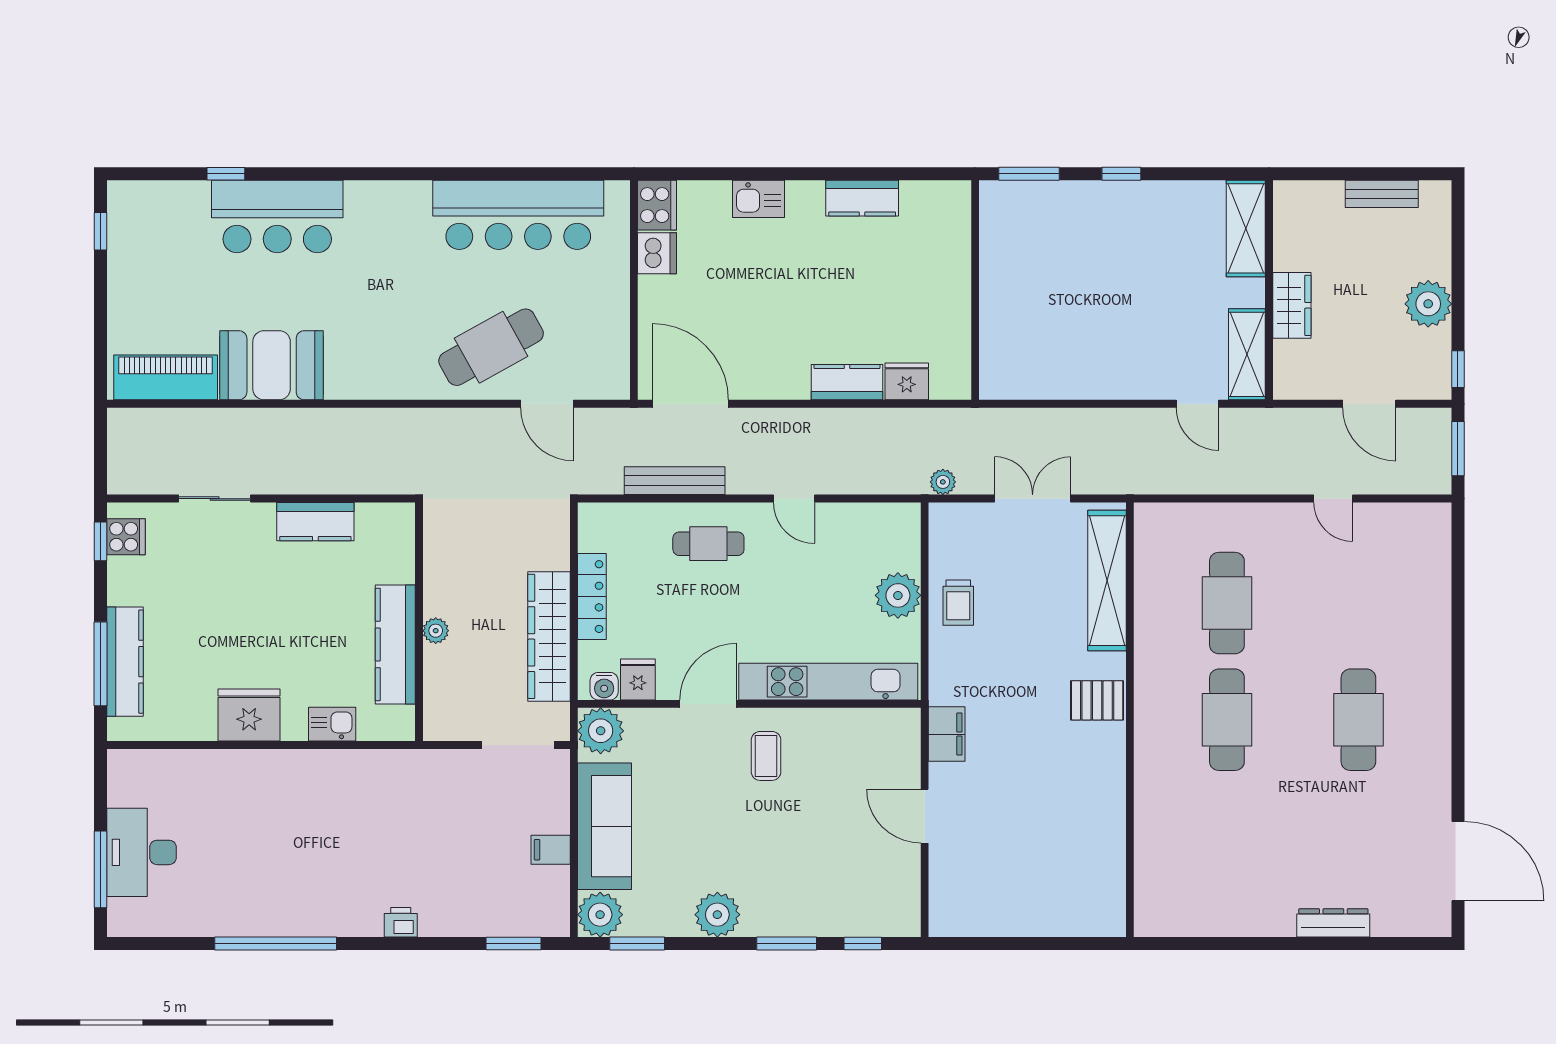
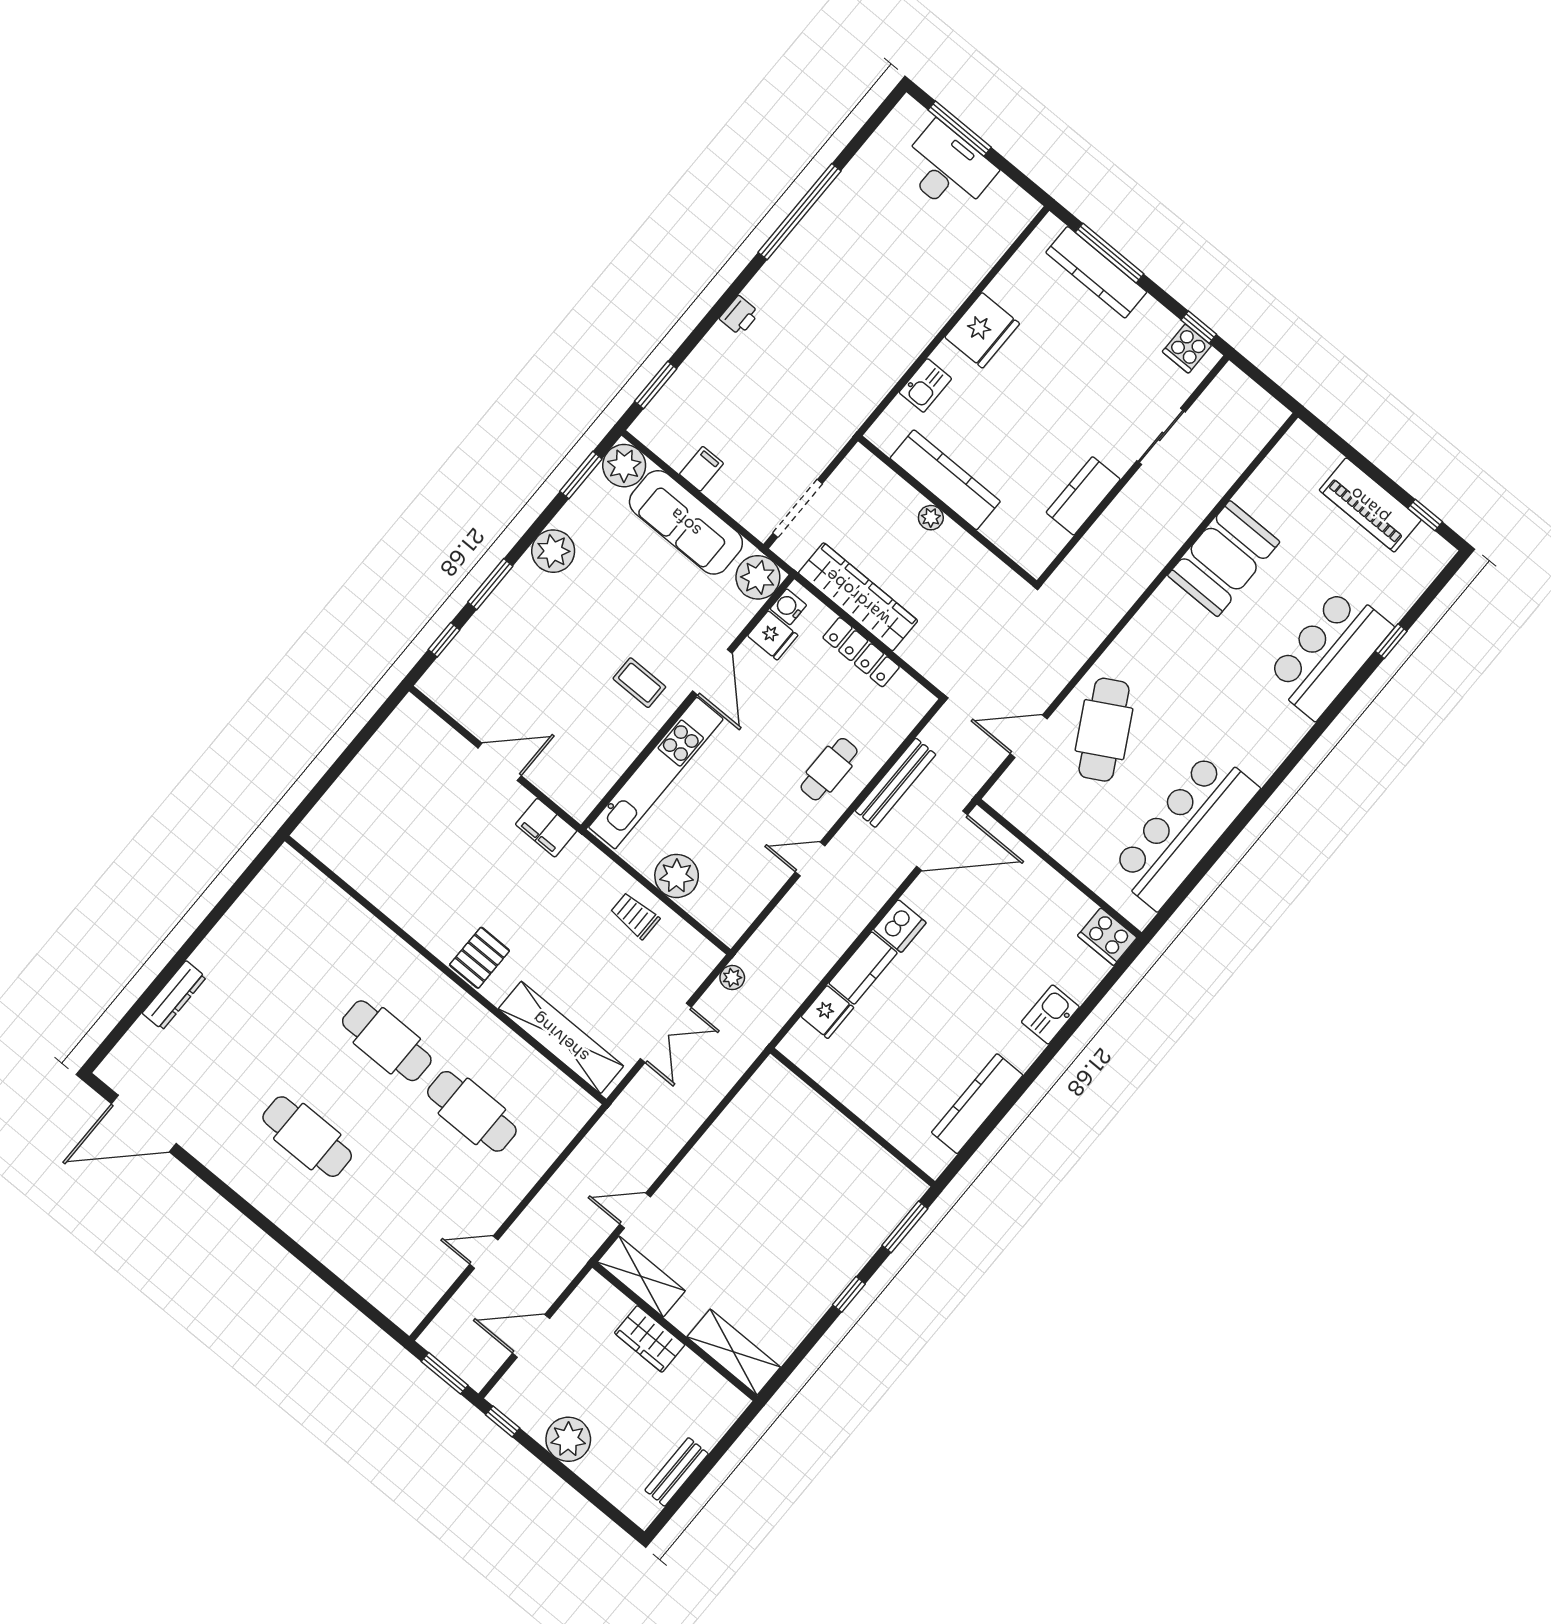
kitchen counter: (862, 198) -> (977, 1104), width x1.50
dishwasher: (657, 253) -> (900, 926), moved, turned -90
piano: (166, 377) -> (1370, 505), moved, turned 90

